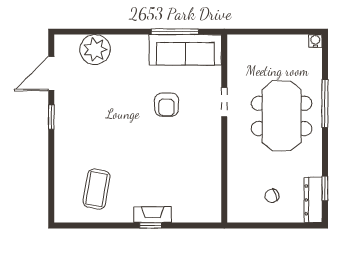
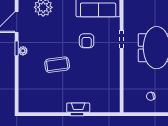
plant: (62, 121) -> (23, 51), added
coffee table: (97, 189) -> (57, 65), moved, turned 72

